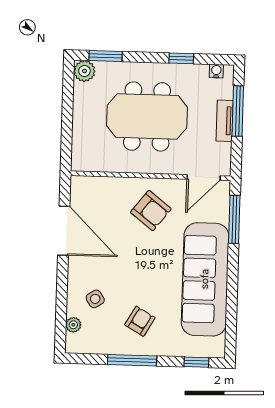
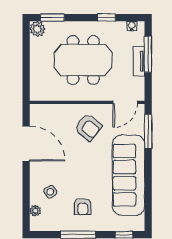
armchair: (140, 321) -> (83, 207), turned 150

